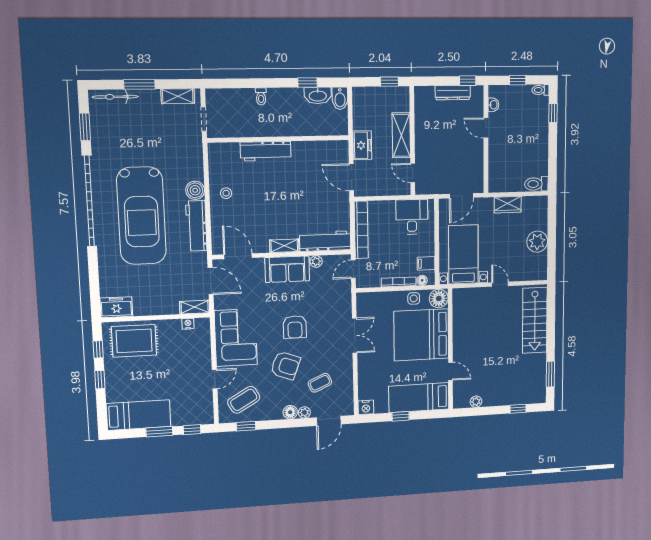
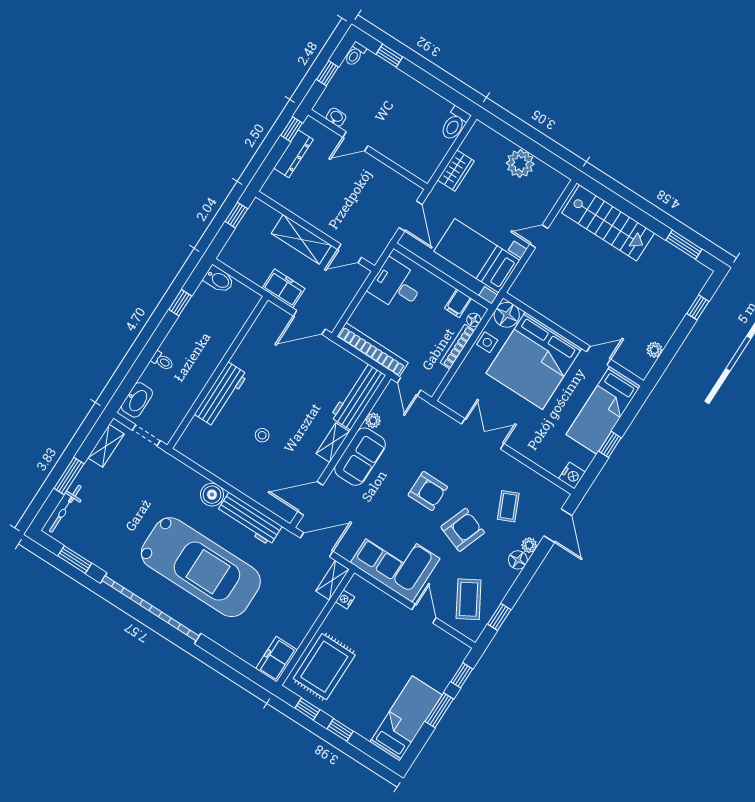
washbasin: (318, 95) -> (137, 400), moved
stool: (226, 193) -> (262, 435), moved

